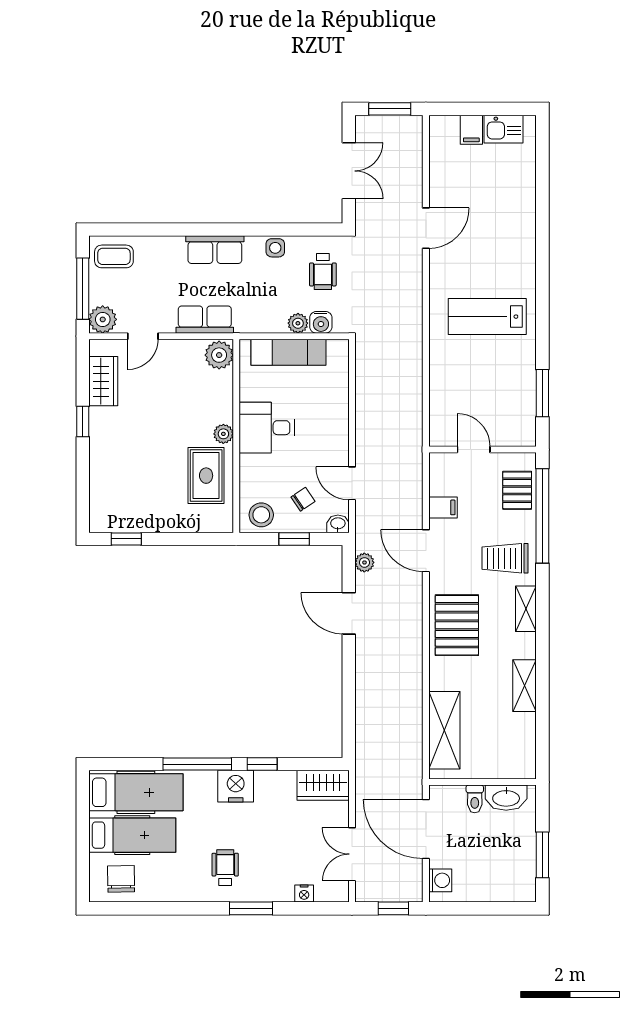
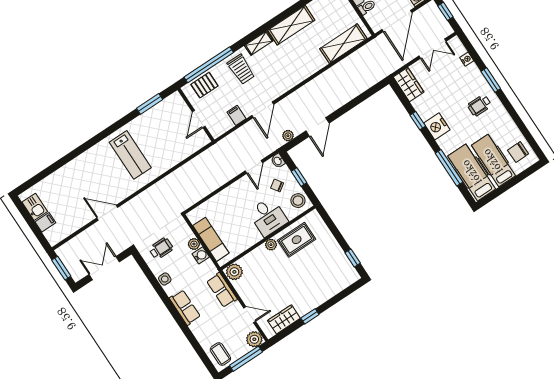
water cooler: (321, 322) -> (201, 255), moved
desk: (267, 428) -> (268, 217), moved
pallet: (457, 625) -> (289, 71), removed
shelving: (525, 686) -> (291, 25), width x1.50, depth x1.33
window: (197, 764) -> (449, 168), moved

